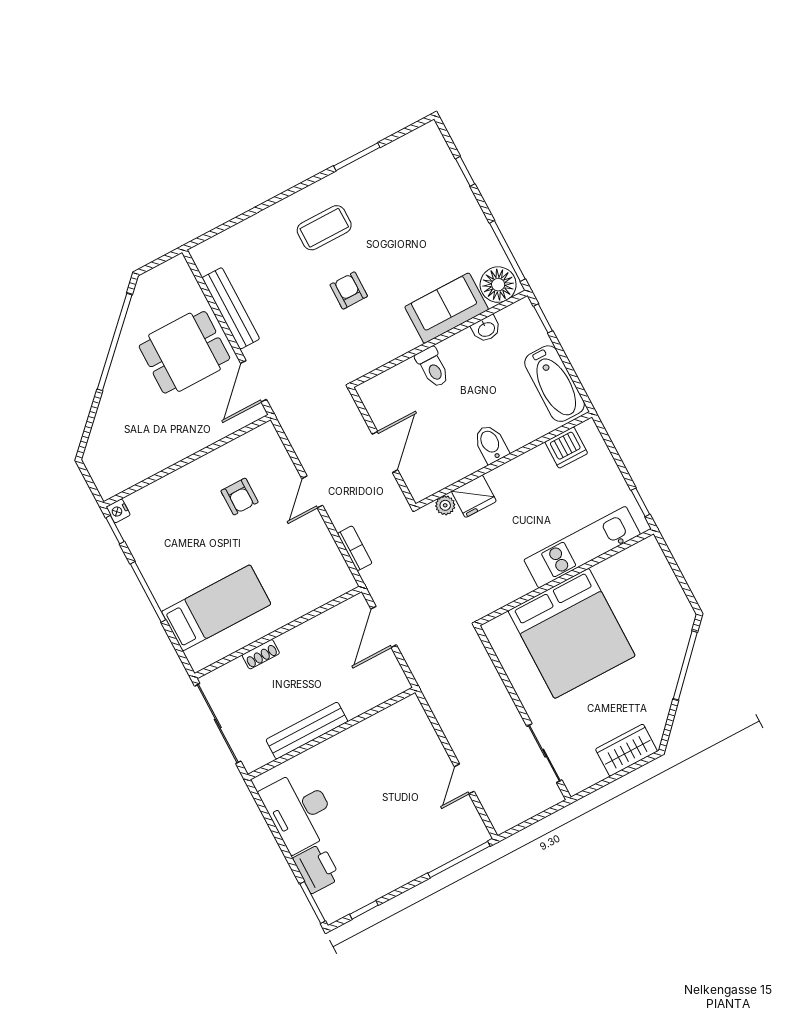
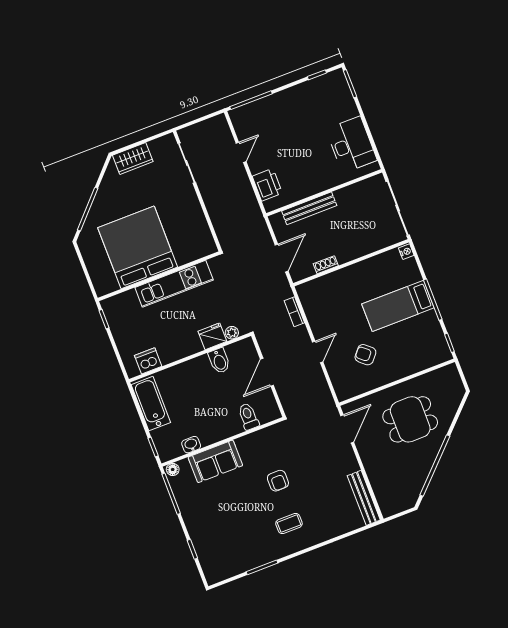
coffee table: (324, 228) -> (289, 524), width x0.73, depth x0.77
floor lamp: (498, 285) -> (173, 469), width x0.53, depth x0.53
bench: (231, 308) -> (364, 498), moved
dining table: (184, 352) -> (410, 419), moved
toilet: (433, 367) -> (248, 416), moved
bidet: (491, 444) -> (219, 361), moved
armchair: (240, 497) -> (365, 355), turned -49
nightstand: (118, 511) -> (406, 252), moved
kitchen unit: (582, 547) -> (174, 284), moved
bed: (216, 608) -> (398, 306), moved
bed: (572, 633) -> (138, 247), moved
shoe rack: (261, 654) -> (326, 265), moved
bench: (307, 731) -> (309, 208), moved
printer: (317, 868) -> (267, 185), moved, turned 180

